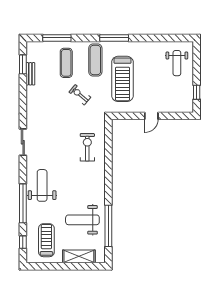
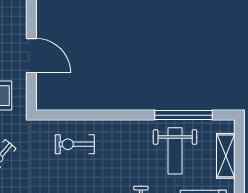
door: (151, 116) -> (31, 56), width x1.87

